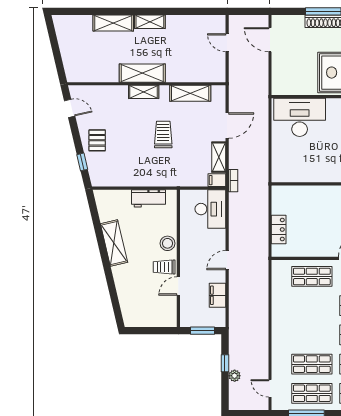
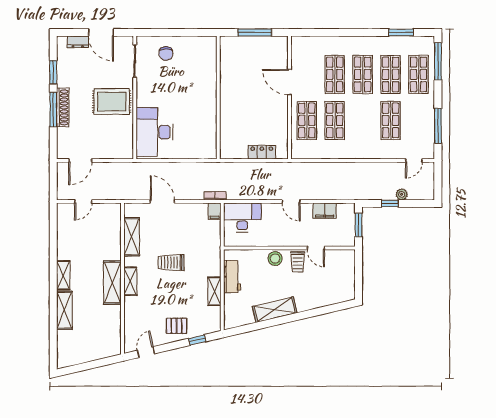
shelving: (219, 157) -> (214, 291), moved, turned 90
shop shelf: (312, 393) -> (335, 120), moved

